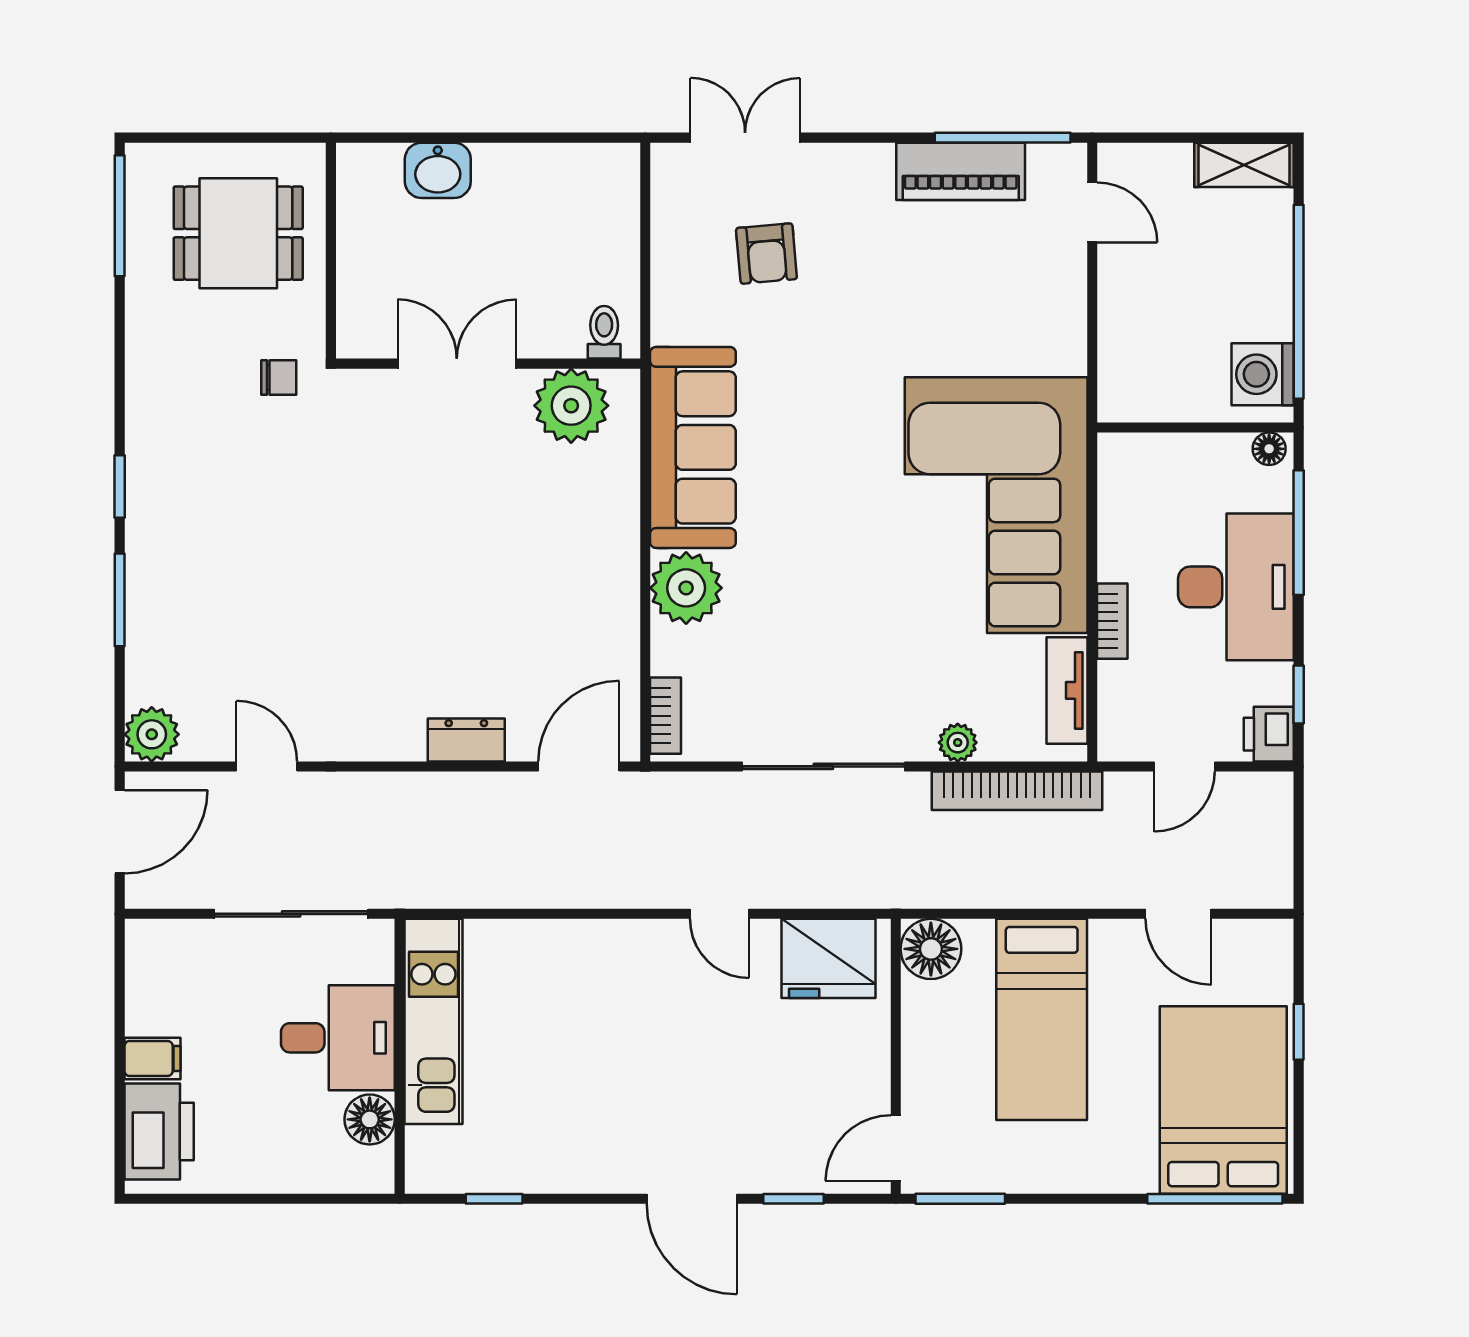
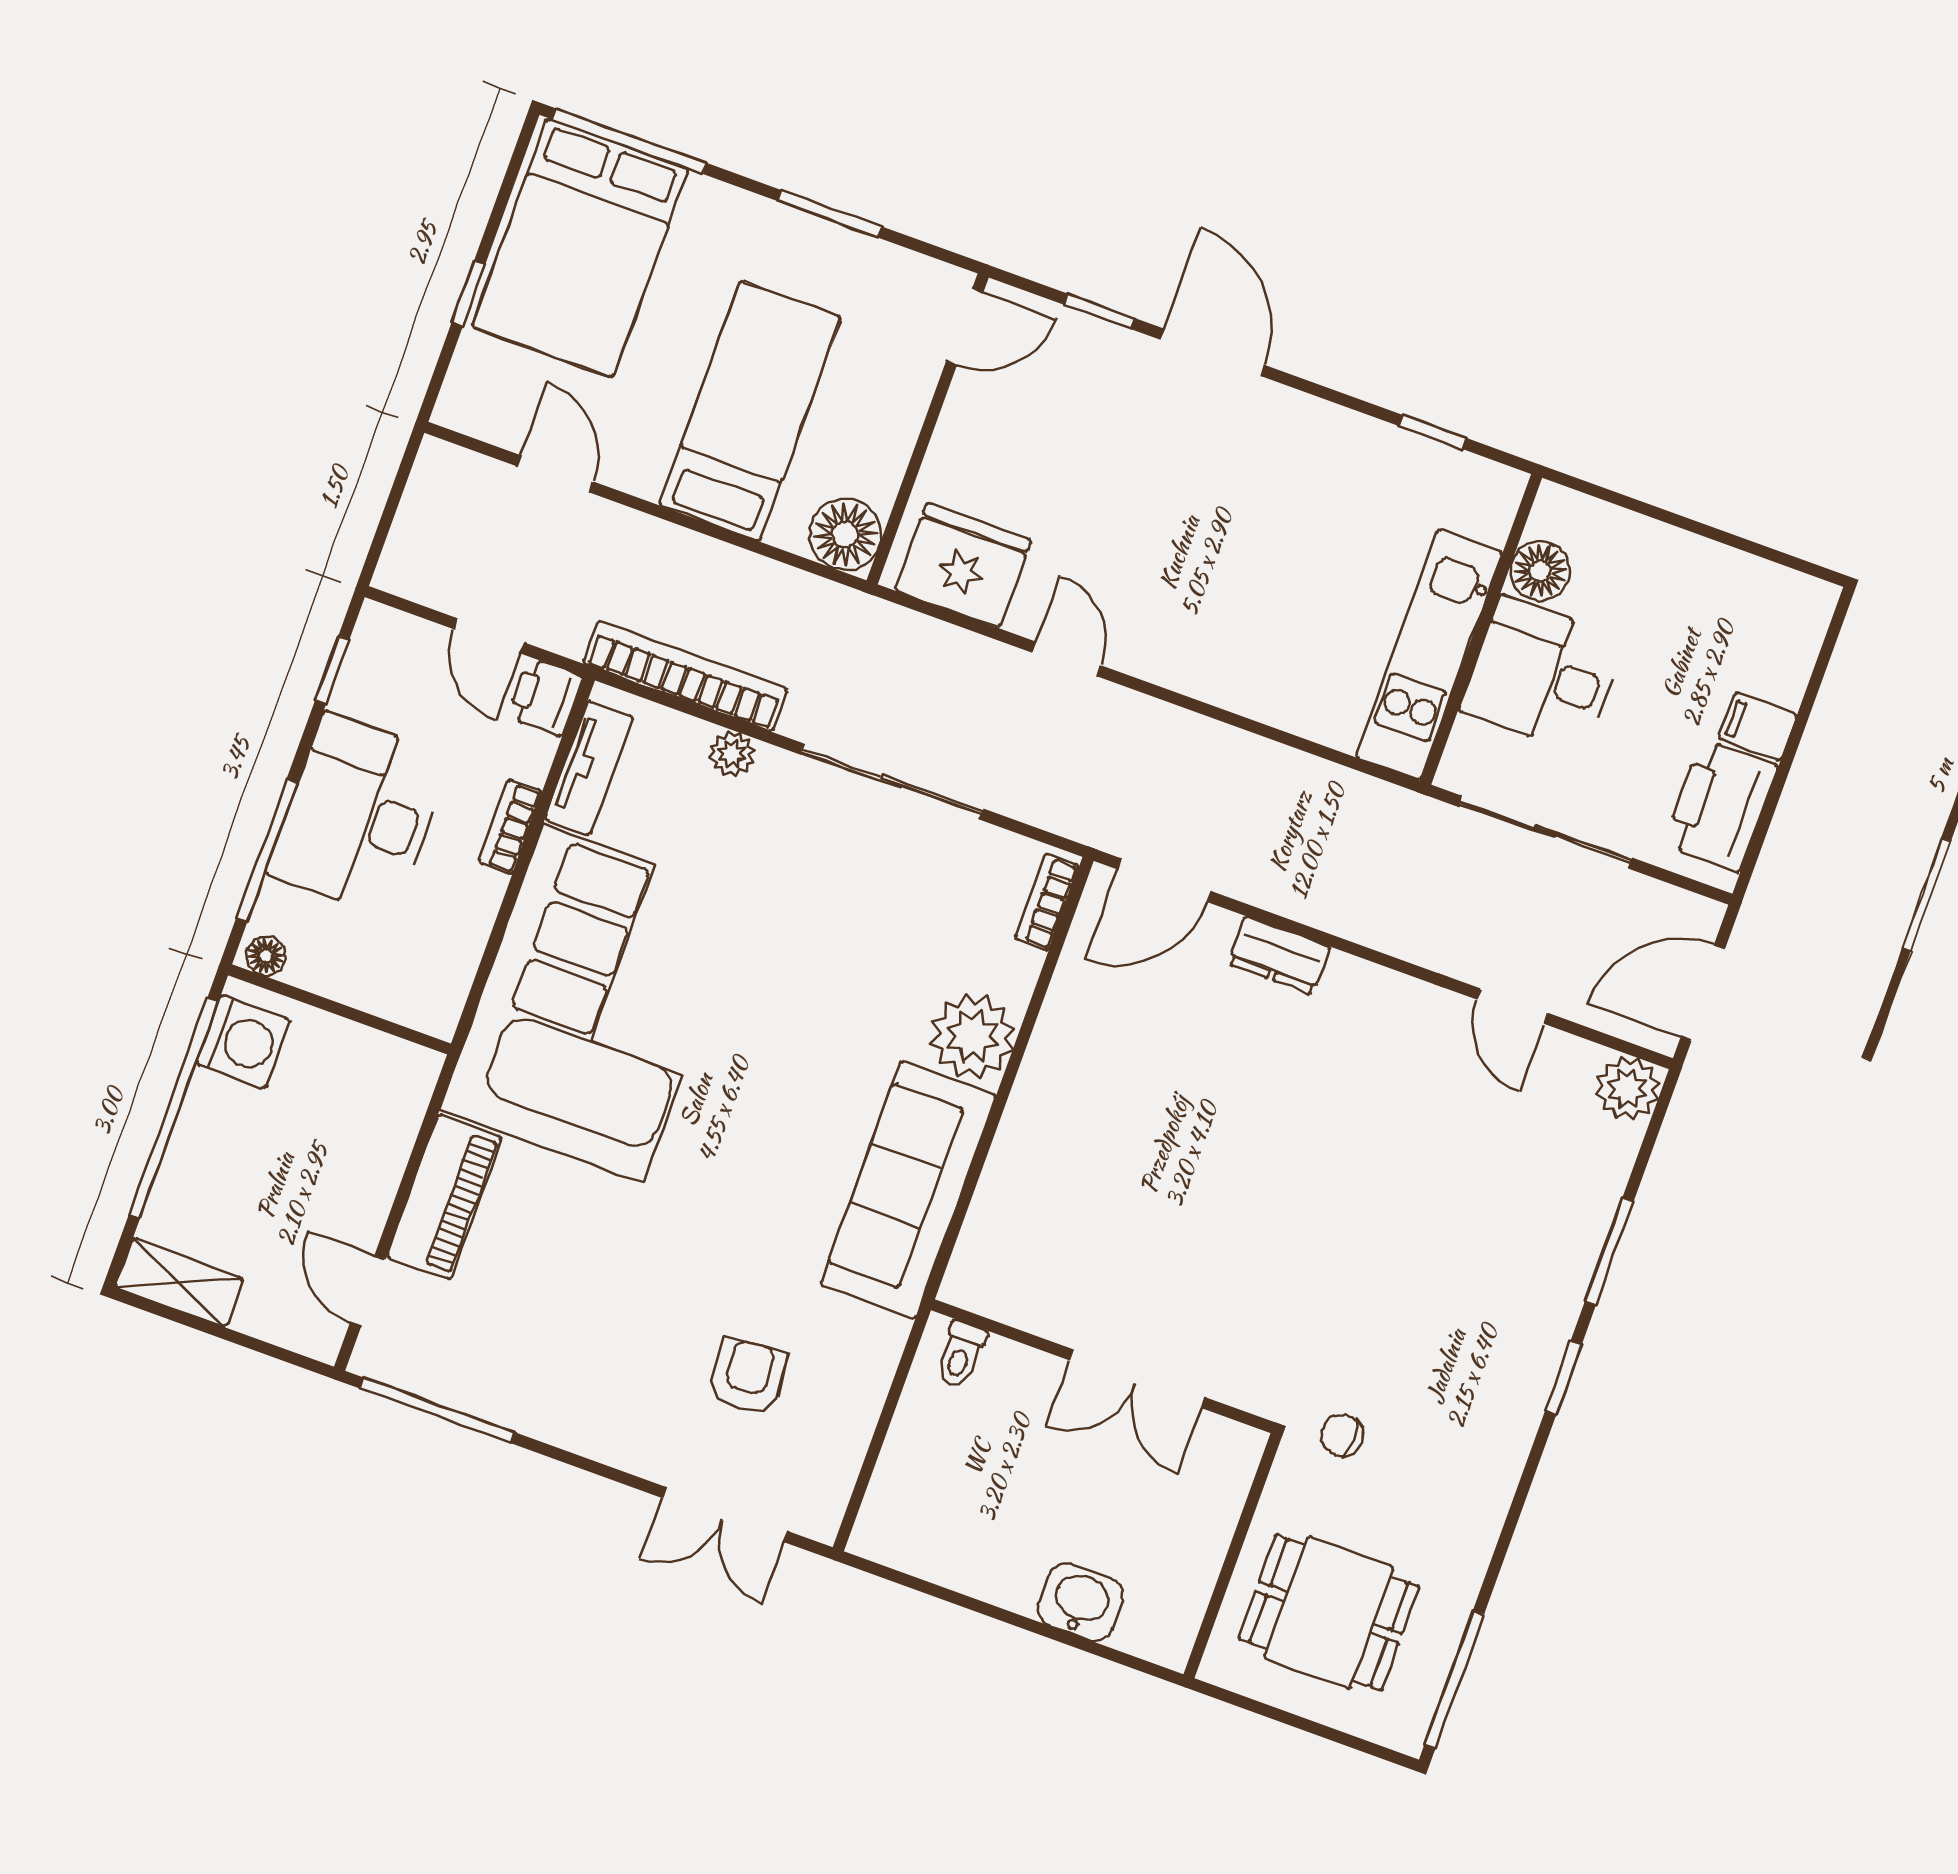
piano: (961, 171) -> (444, 1197), moved, turned 90
plant: (571, 406) -> (1027, 1286), removed
printer: (1269, 734) -> (545, 697), moved, turned 180
door: (1185, 766) -> (488, 636), swing flipped
printer: (159, 1132) -> (1721, 805), moved
window: (960, 1199) -> (829, 214), moved

